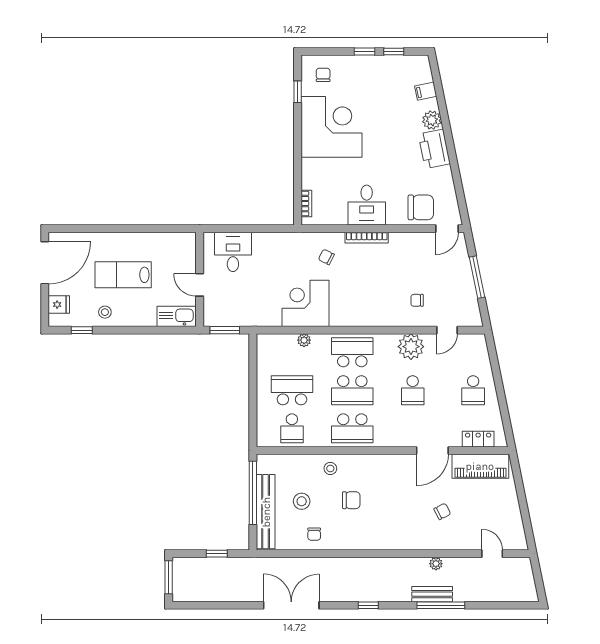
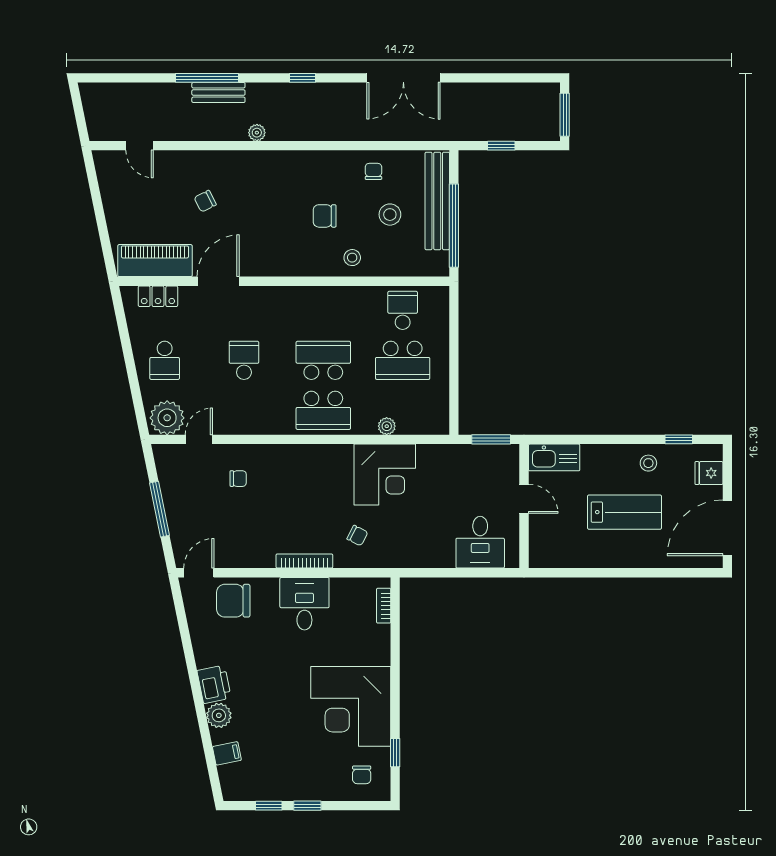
printer: (434, 149) -> (214, 684), width x0.73, depth x0.84
plant: (411, 347) -> (167, 418), moved
school desk: (473, 390) -> (165, 360), turned 180
school desk: (352, 428) -> (323, 310), removed
plant: (436, 564) -> (257, 133), moved

